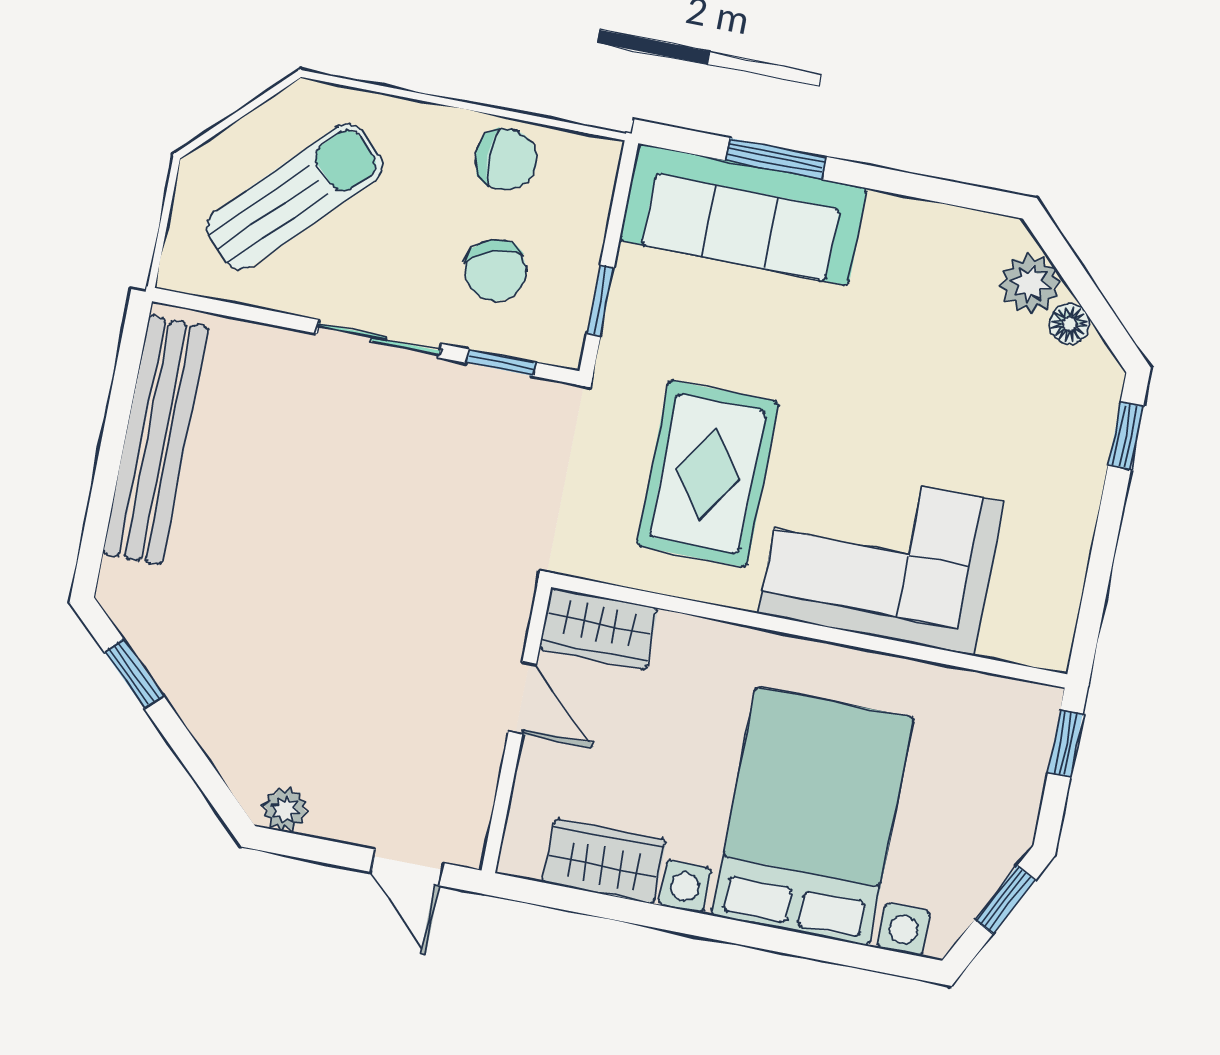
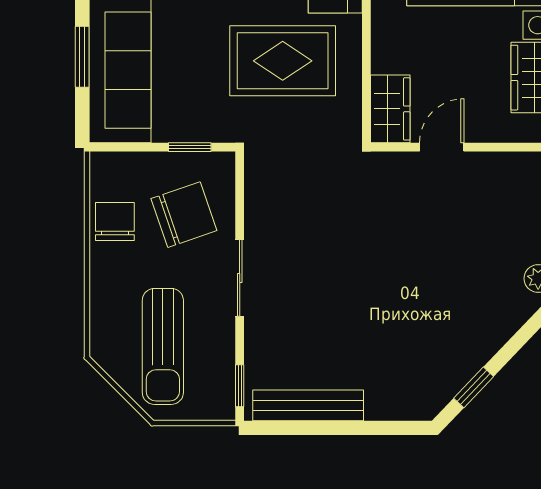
sun lounger: (294, 196) -> (163, 346), turned -134
chair: (496, 270) -> (184, 215), width x1.37, depth x1.37
window: (501, 363) -> (240, 386), moved
bench: (155, 440) -> (308, 405), width x0.73, depth x0.82

